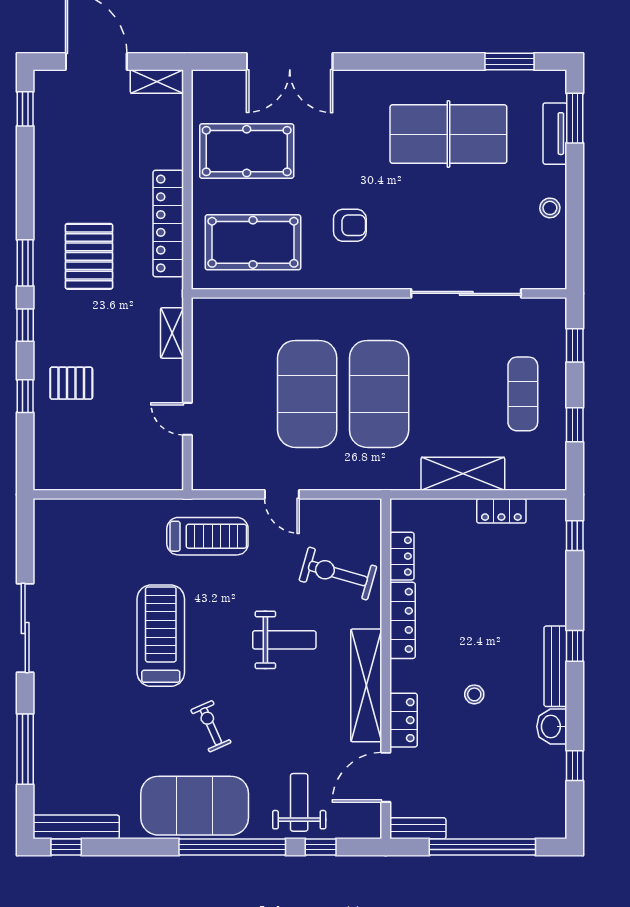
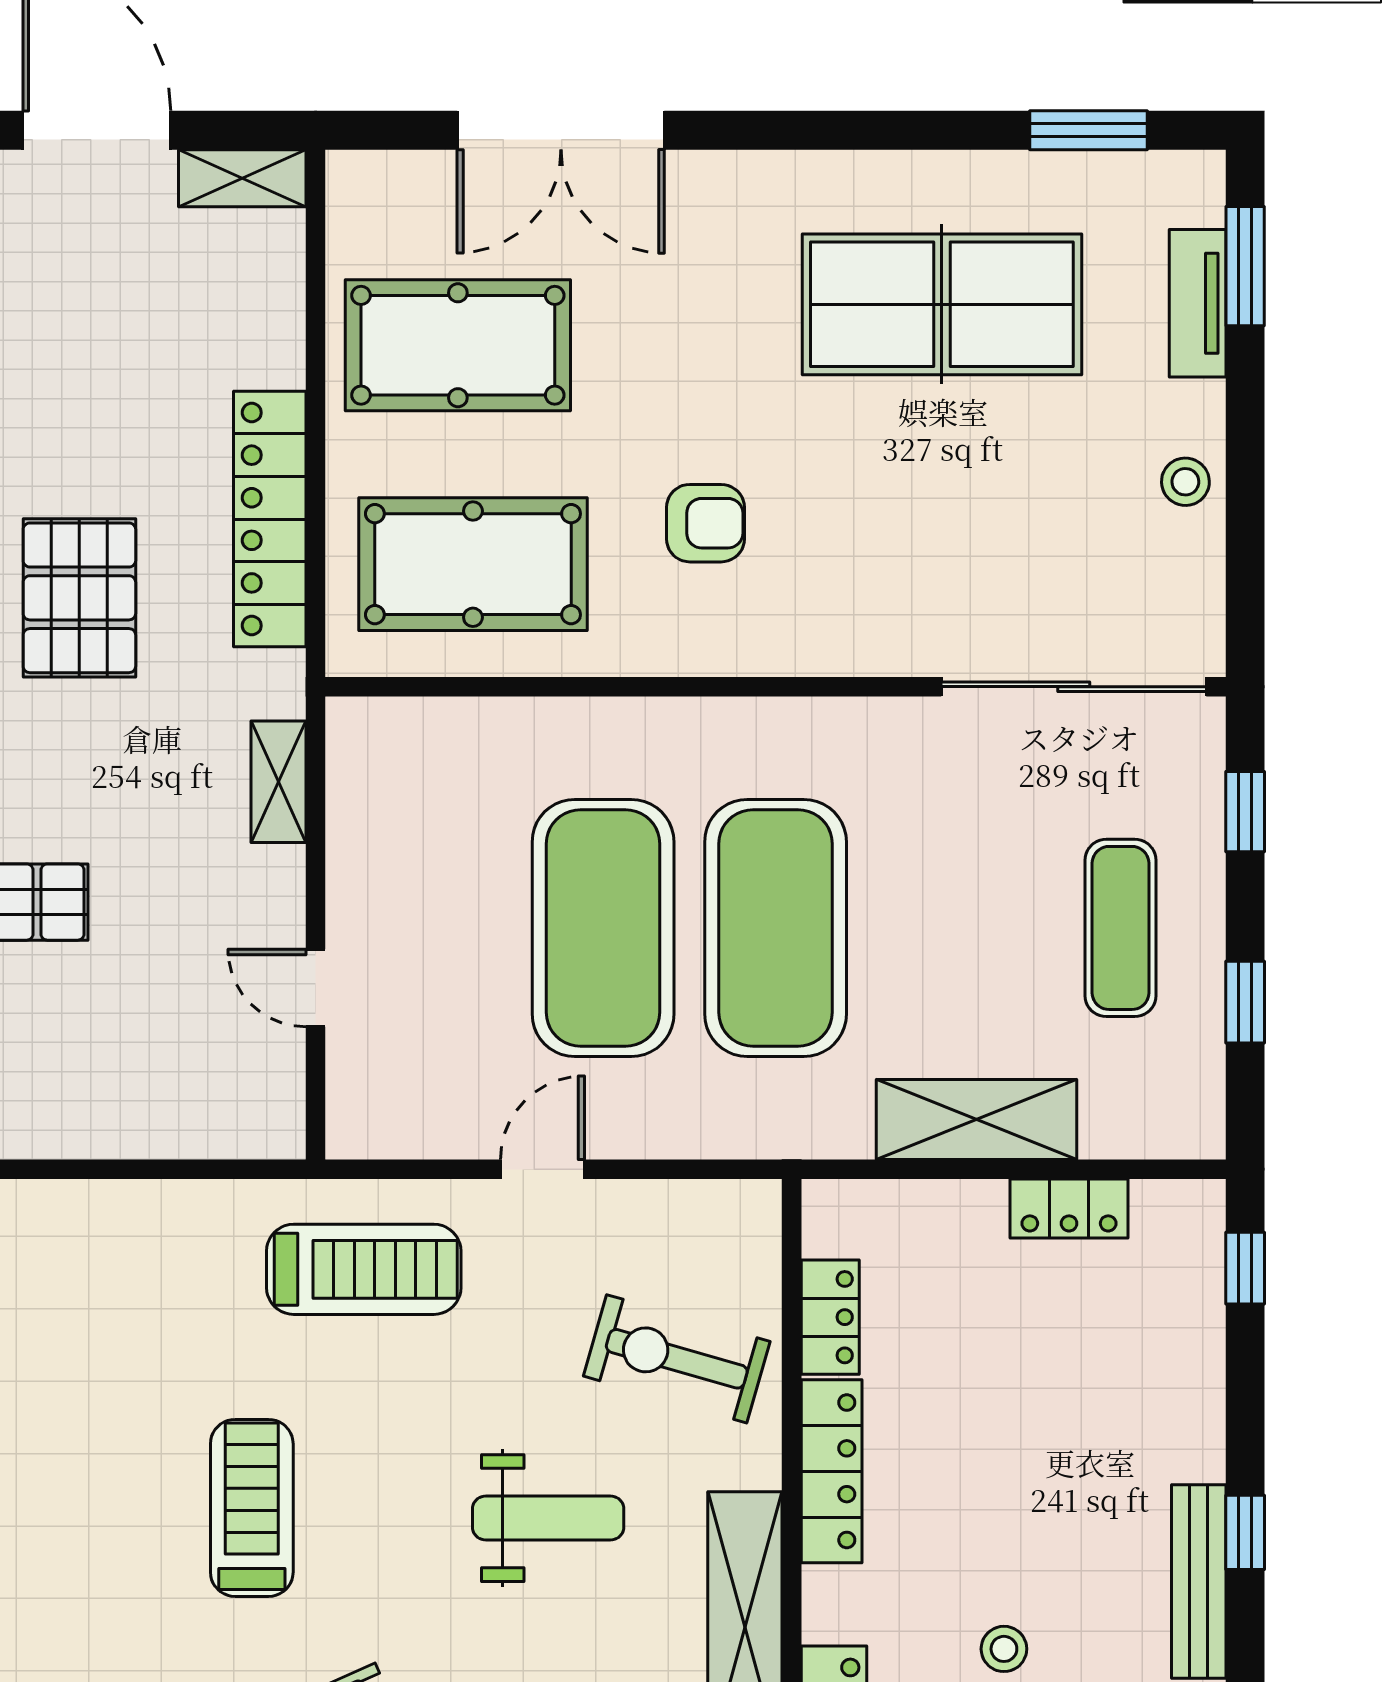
sliding door: (466, 293) -> (1074, 687), moved
door: (282, 494) -> (542, 1169), swing flipped
treadmill: (161, 636) -> (252, 1508), width x0.73, depth x0.73

